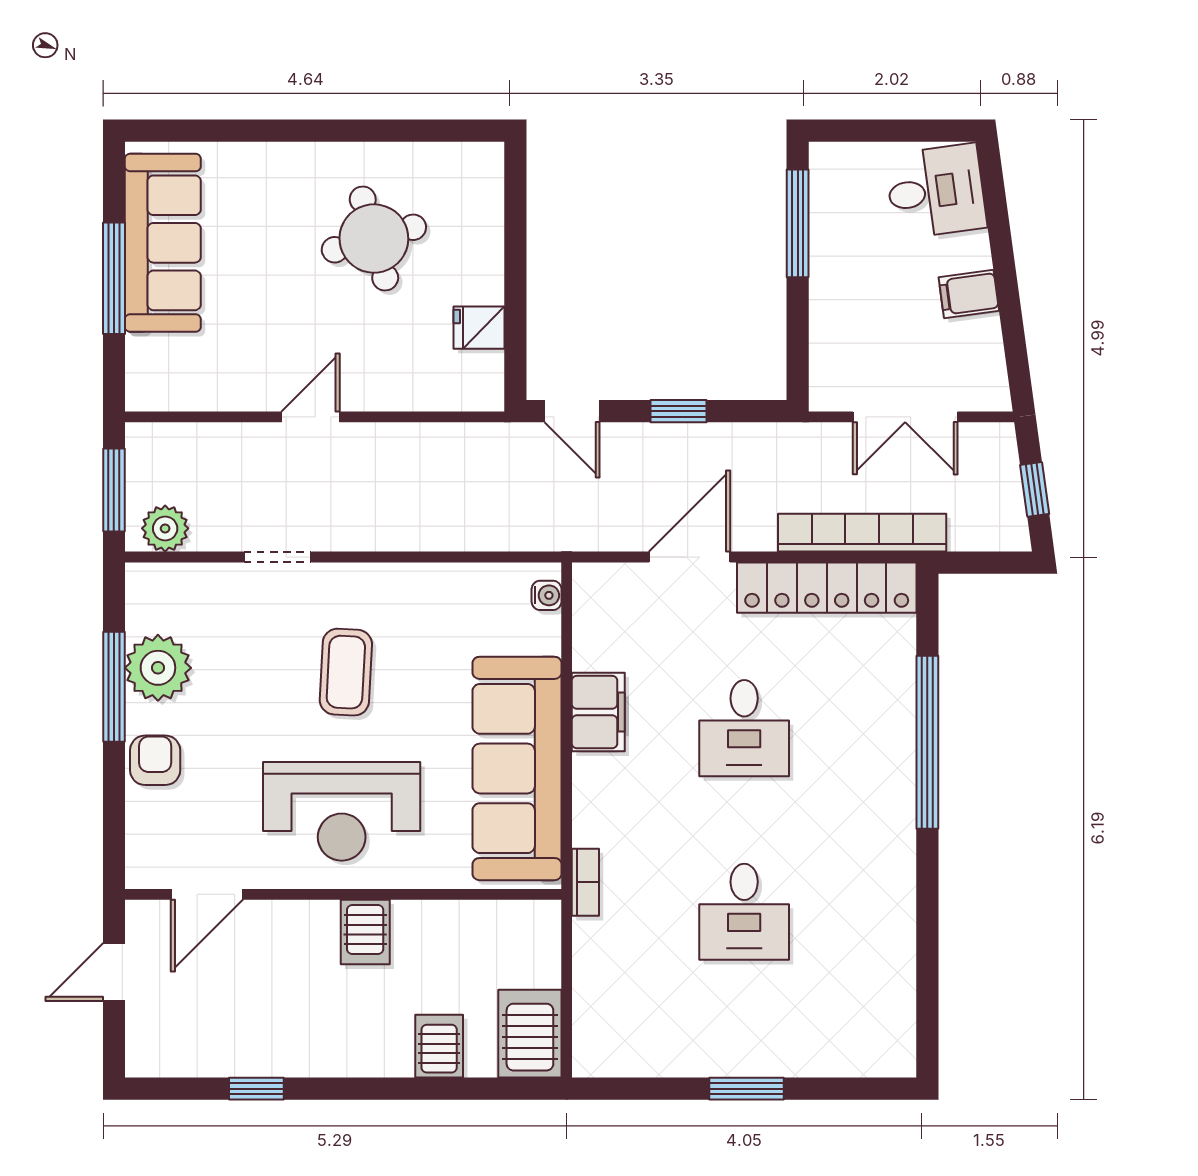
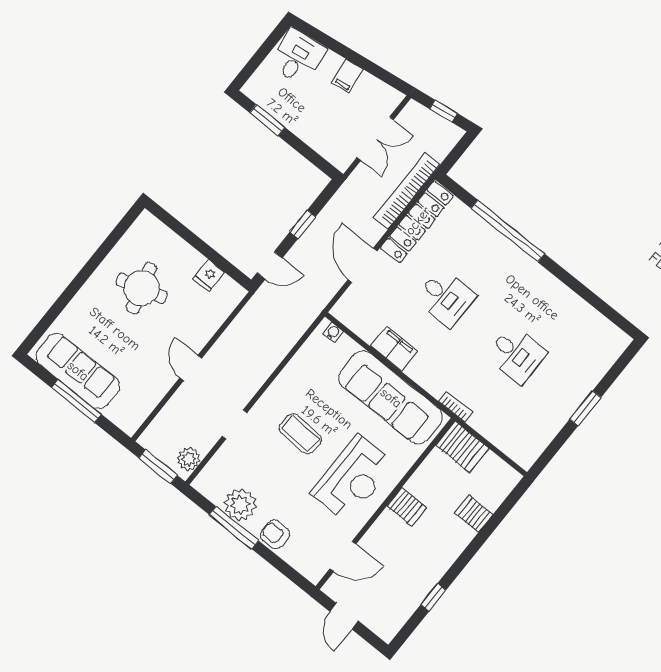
window: (798, 223) -> (267, 120), width x0.69
door: (207, 894) -> (343, 556), hinge flipped
server rack: (530, 1034) -> (462, 447), moved, turned 180

